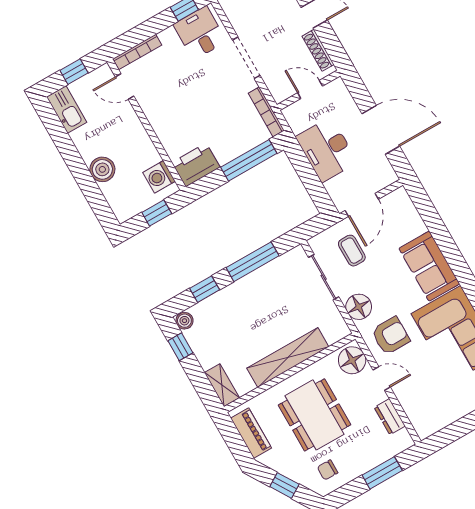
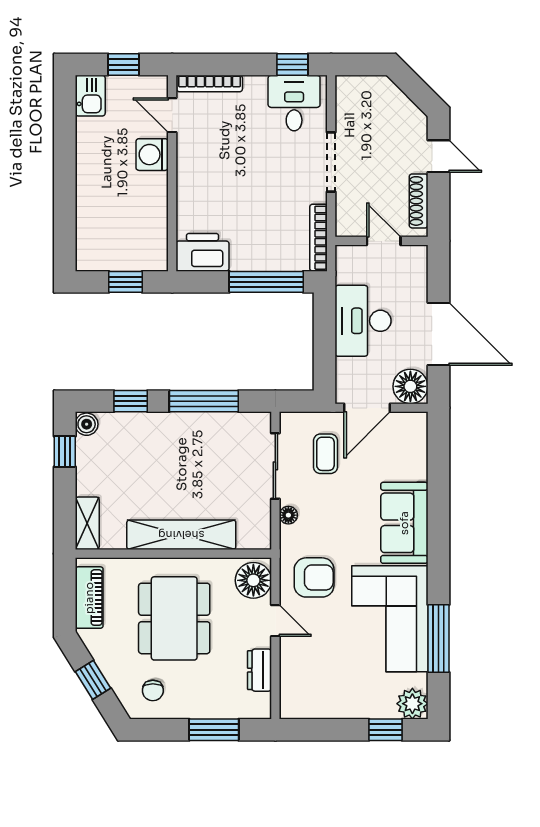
kitchen sink: (67, 109) -> (90, 96), width x0.73
boiler: (102, 169) -> (92, 196), removed
floor lamp: (382, 175) -> (410, 386), added
washing machine: (159, 177) -> (152, 155), moved
floor lamp: (359, 307) -> (288, 515), width x0.53, depth x0.53
chair: (328, 470) -> (153, 690), turned -90

